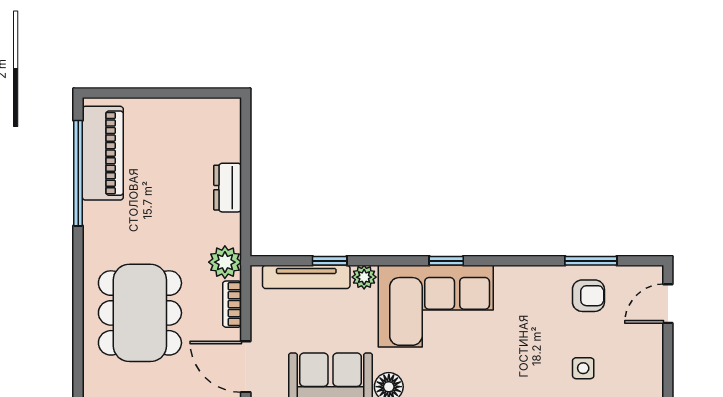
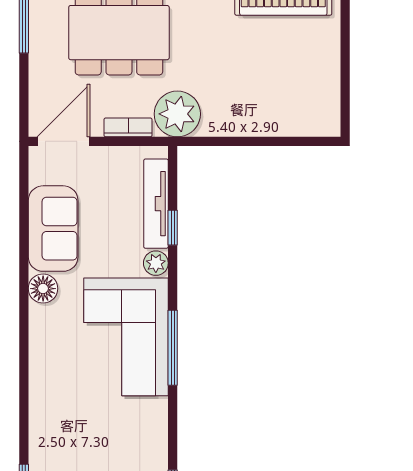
dresser: (228, 188) -> (248, 123), removed
window: (446, 261) -> (173, 348), width x2.17
plant: (225, 262) -> (177, 114), width x1.36, depth x1.36

